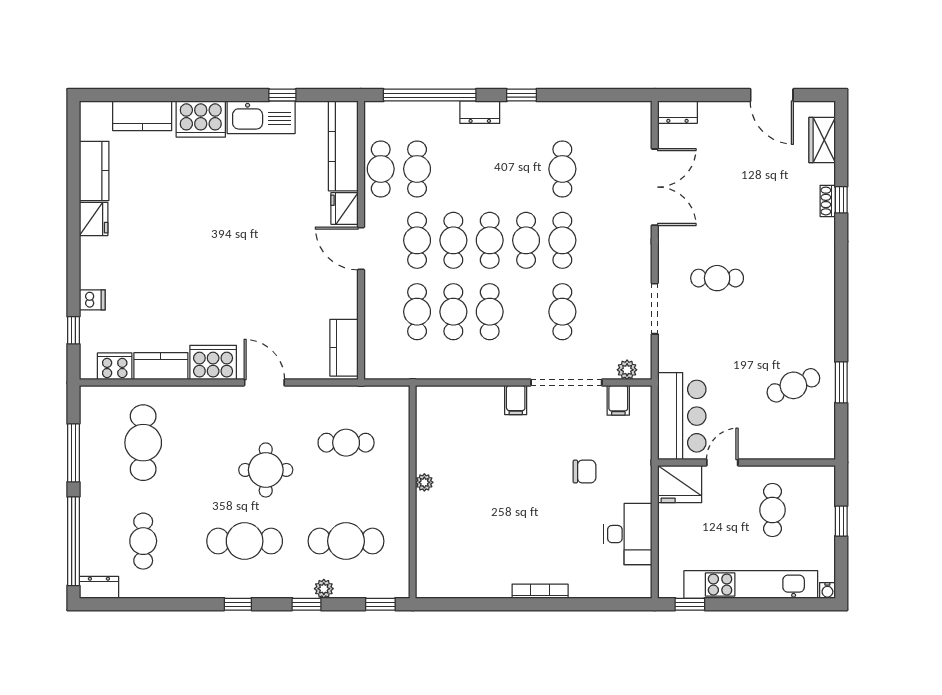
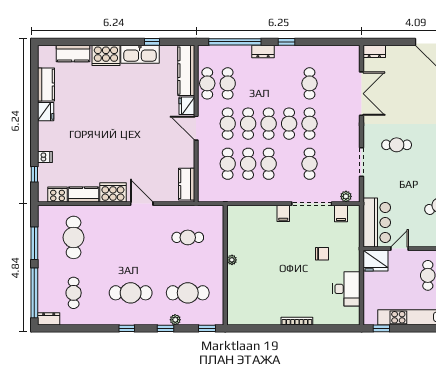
round table: (266, 470) -> (143, 253), removed

